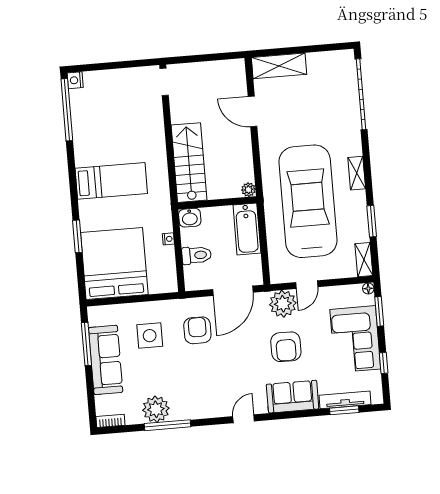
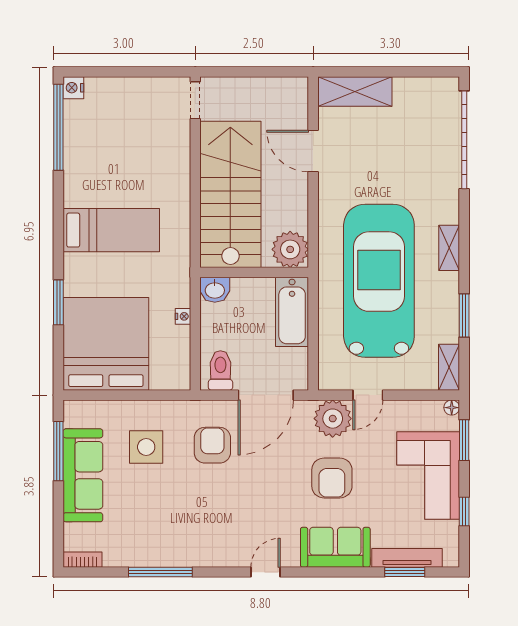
stairs: (189, 163) -> (230, 194), width x1.36, depth x1.51
plant: (249, 190) -> (290, 249), width x1.88, depth x1.88
toilet: (197, 255) -> (220, 370), moved, turned -90
plant: (156, 409) -> (146, 549), removed

